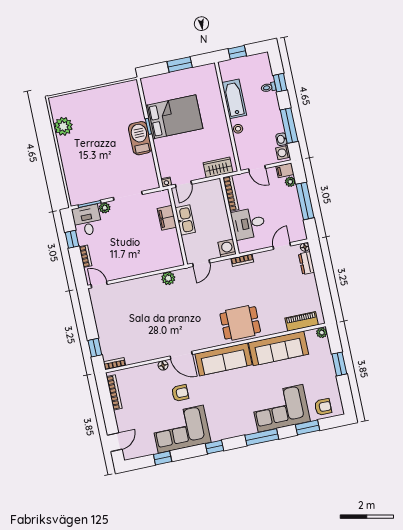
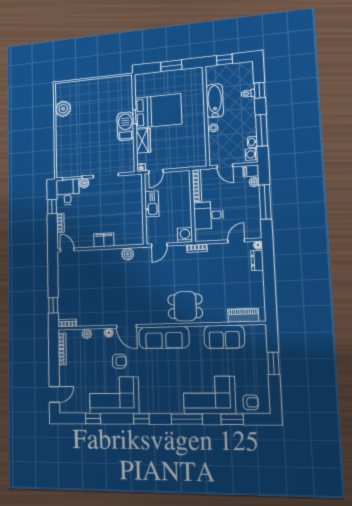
wardrobe: (218, 167) -> (143, 141), moved, turned 90
filing cabinet: (167, 218) -> (104, 240), moved, turned 90
plant: (322, 333) -> (87, 334), moved
sofa: (279, 348) -> (224, 337), width x0.73

